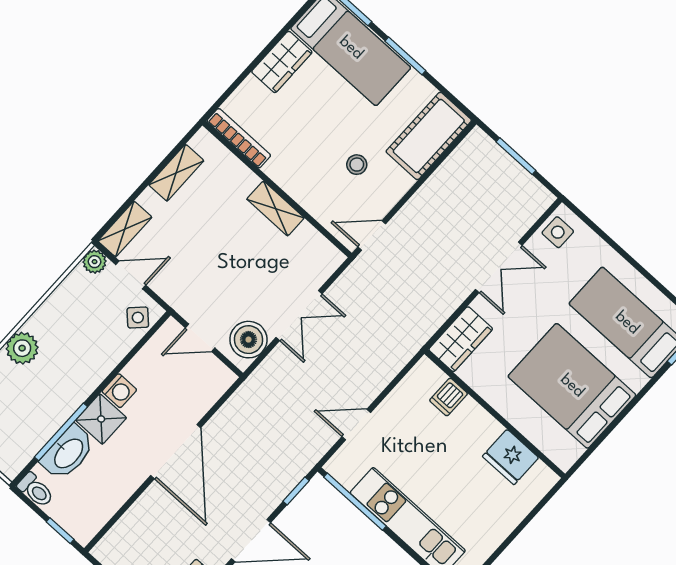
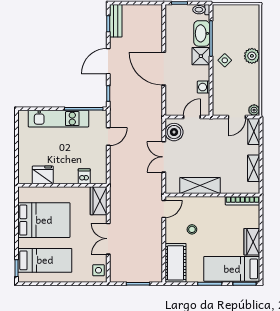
shelving: (275, 208) -> (200, 185), width x1.50, depth x1.33
side table: (138, 318) -> (225, 60), moved
washing machine: (119, 391) -> (204, 87), moved

